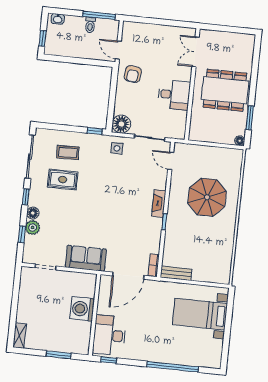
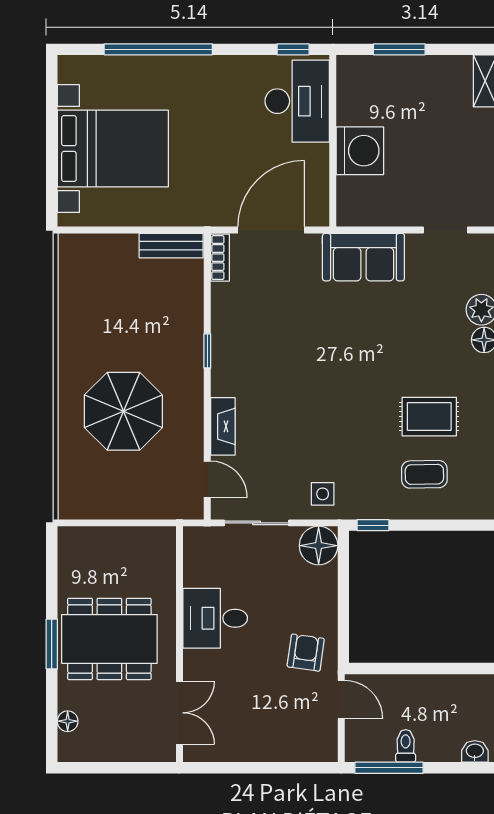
window: (250, 118) -> (52, 644), moved
floor lamp: (240, 141) -> (68, 721), moved
fireplace: (159, 203) -> (223, 426), moved
bed with nightstands: (200, 314) -> (113, 149), width x1.36

